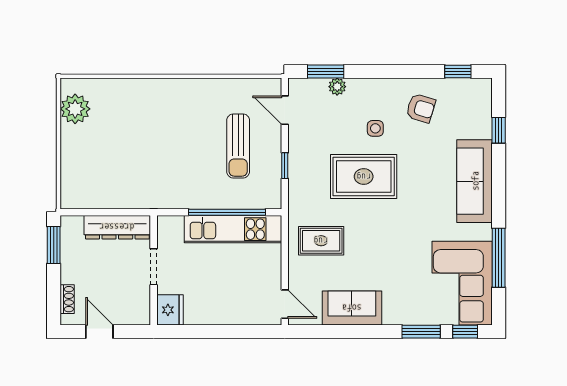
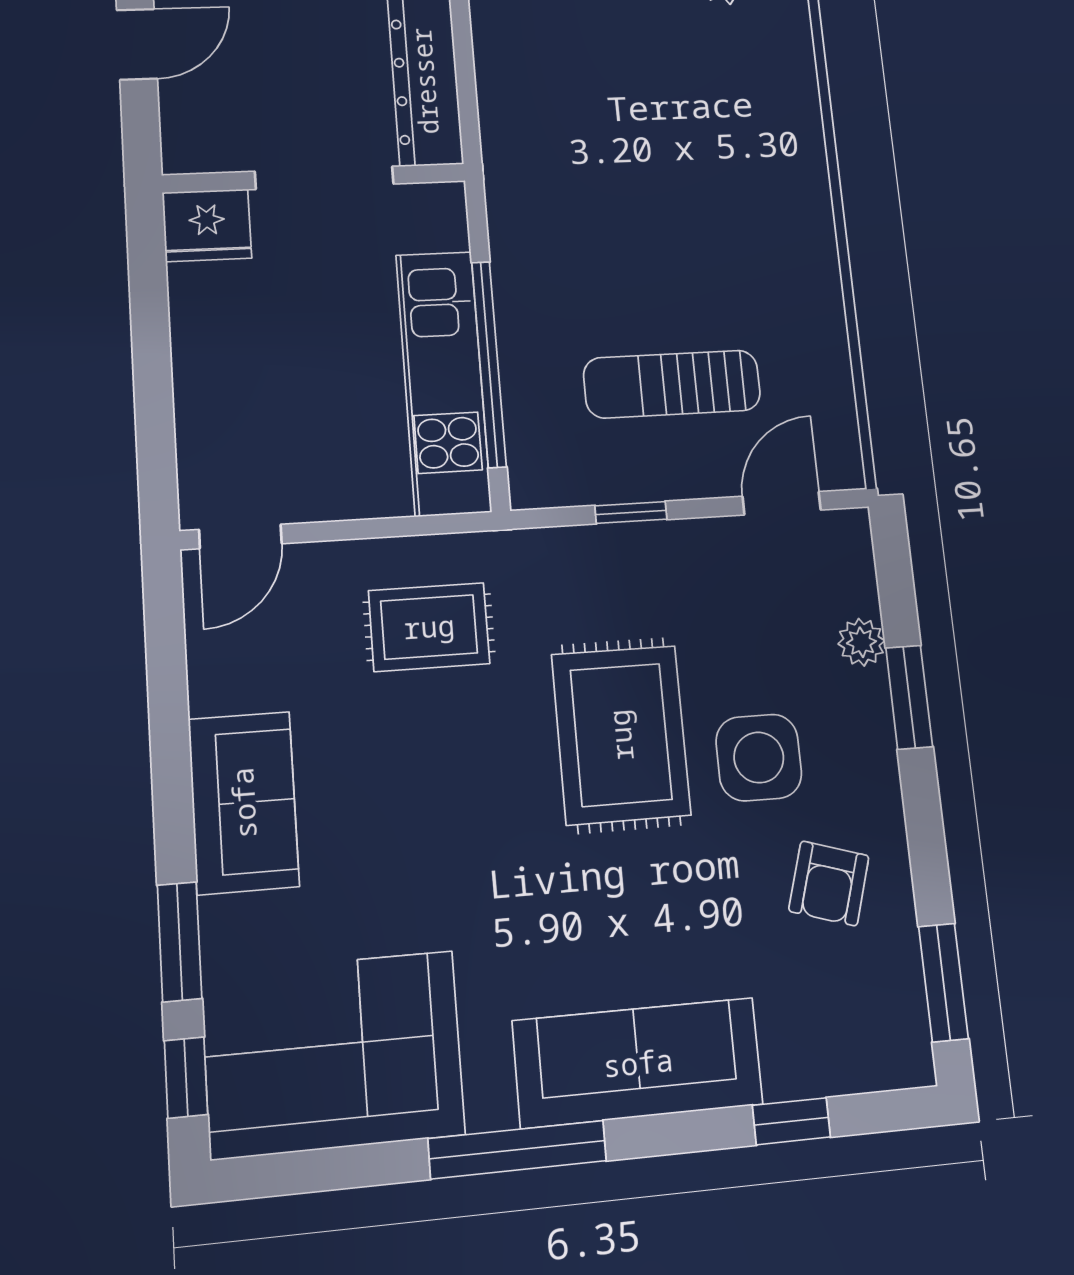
window: (326, 71) -> (909, 697), moved
window: (458, 71) -> (943, 982), width x1.50
side table: (375, 128) -> (759, 758), width x1.87, depth x1.87
rug: (321, 241) -> (429, 627), turned 90
window: (499, 258) -> (517, 1150), moved
doorway: (154, 267) -> (324, 178), width x1.38
sofa: (352, 308) -> (244, 803), moved

